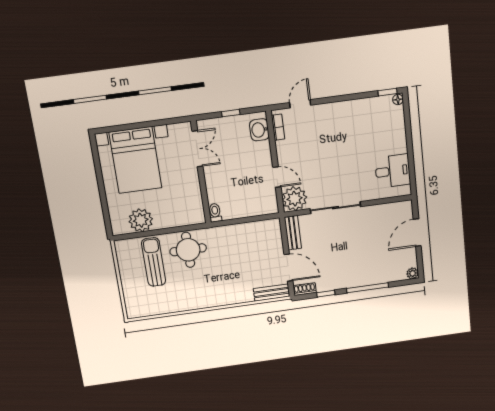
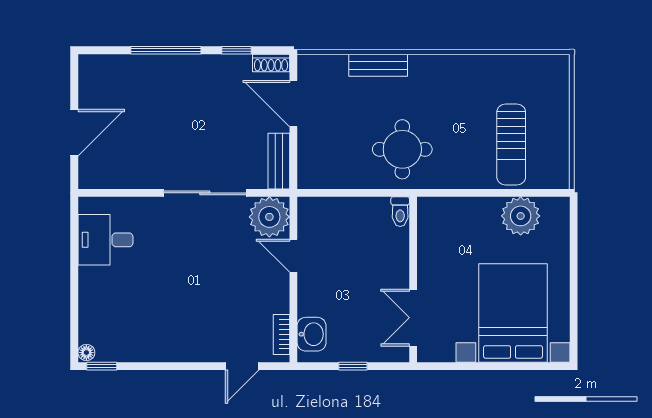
round table: (188, 250) -> (402, 149), moved
plant: (413, 273) -> (88, 64), removed
bench: (272, 293) -> (378, 65), moved

